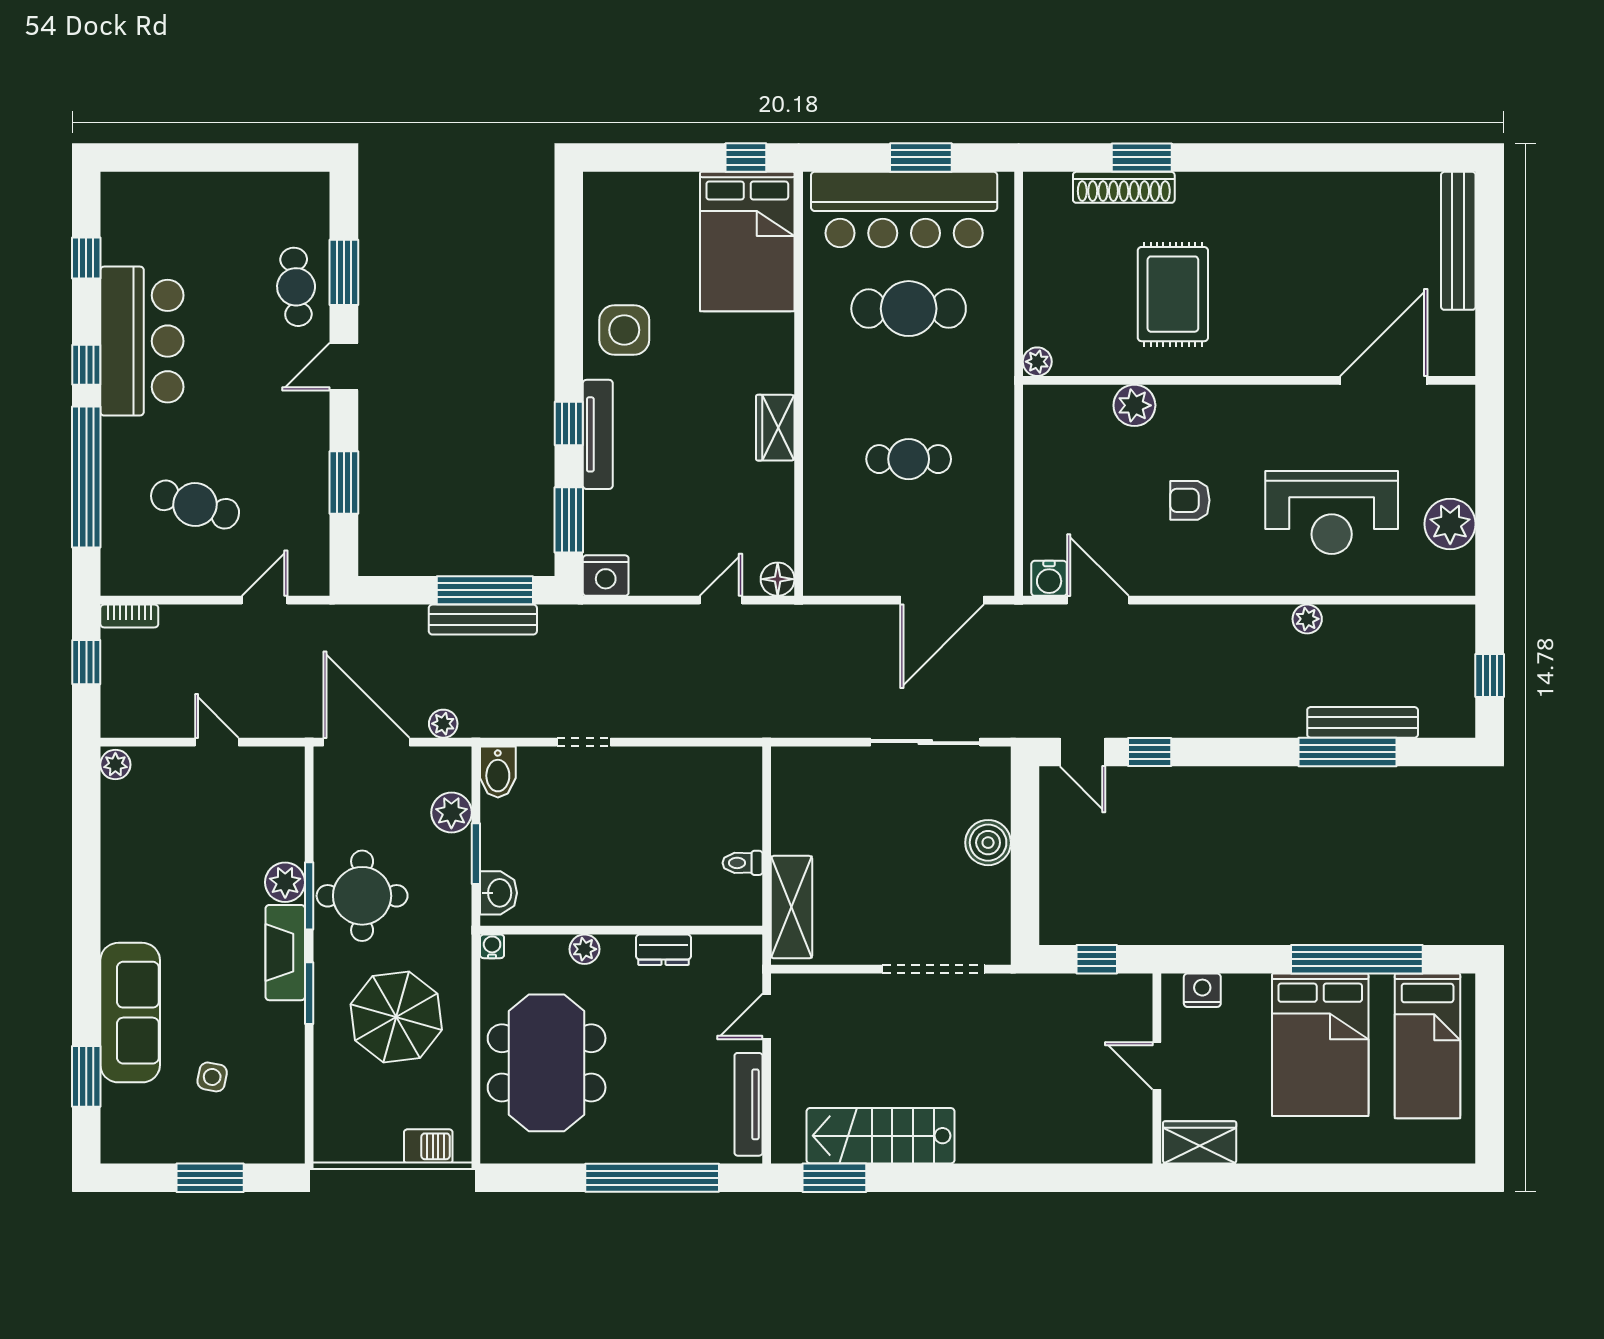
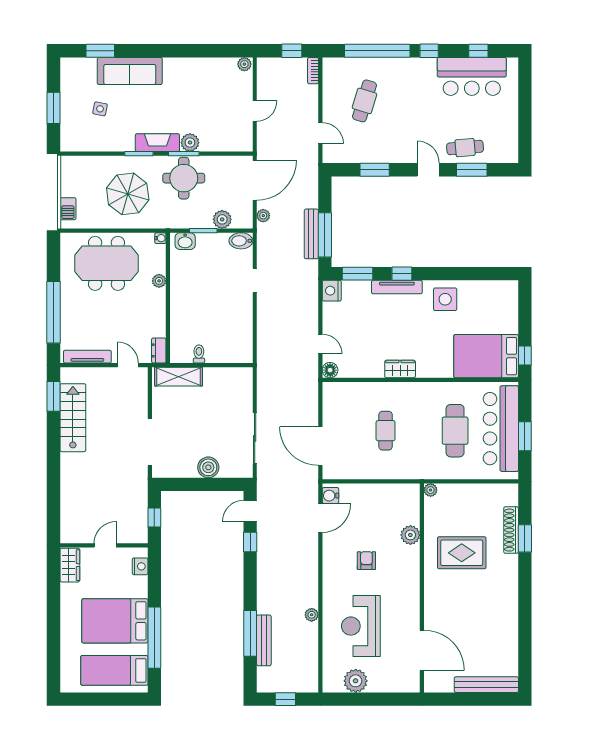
bar counter: (142, 341) -> (472, 76), moved
dresser: (663, 950) -> (159, 350), moved

